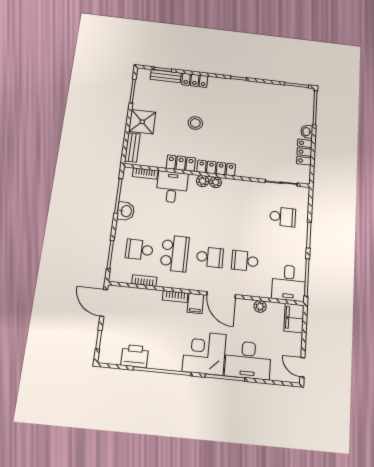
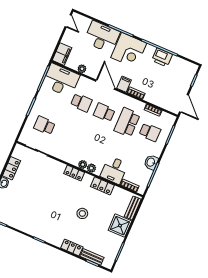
locker: (216, 168) -> (74, 173), width x0.66
desk: (289, 283) -> (61, 80), width x1.37
printer: (135, 356) -> (162, 57), moved

